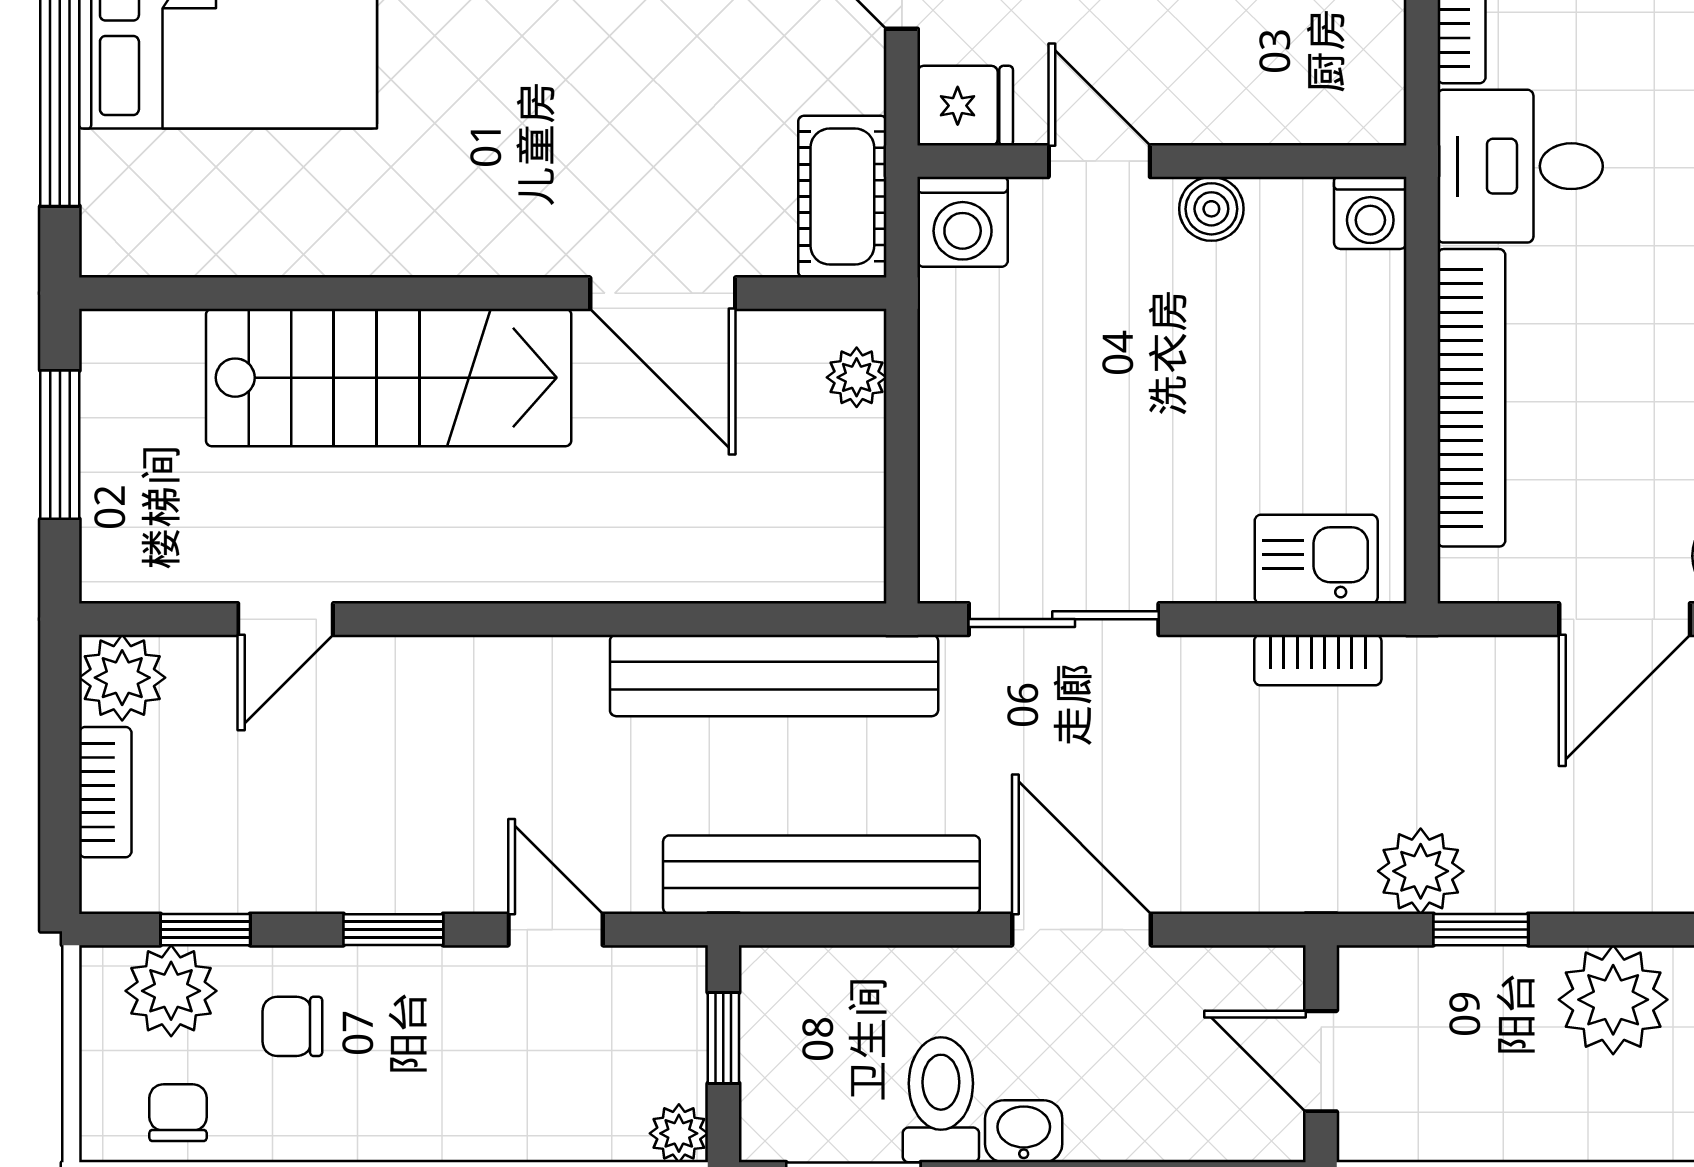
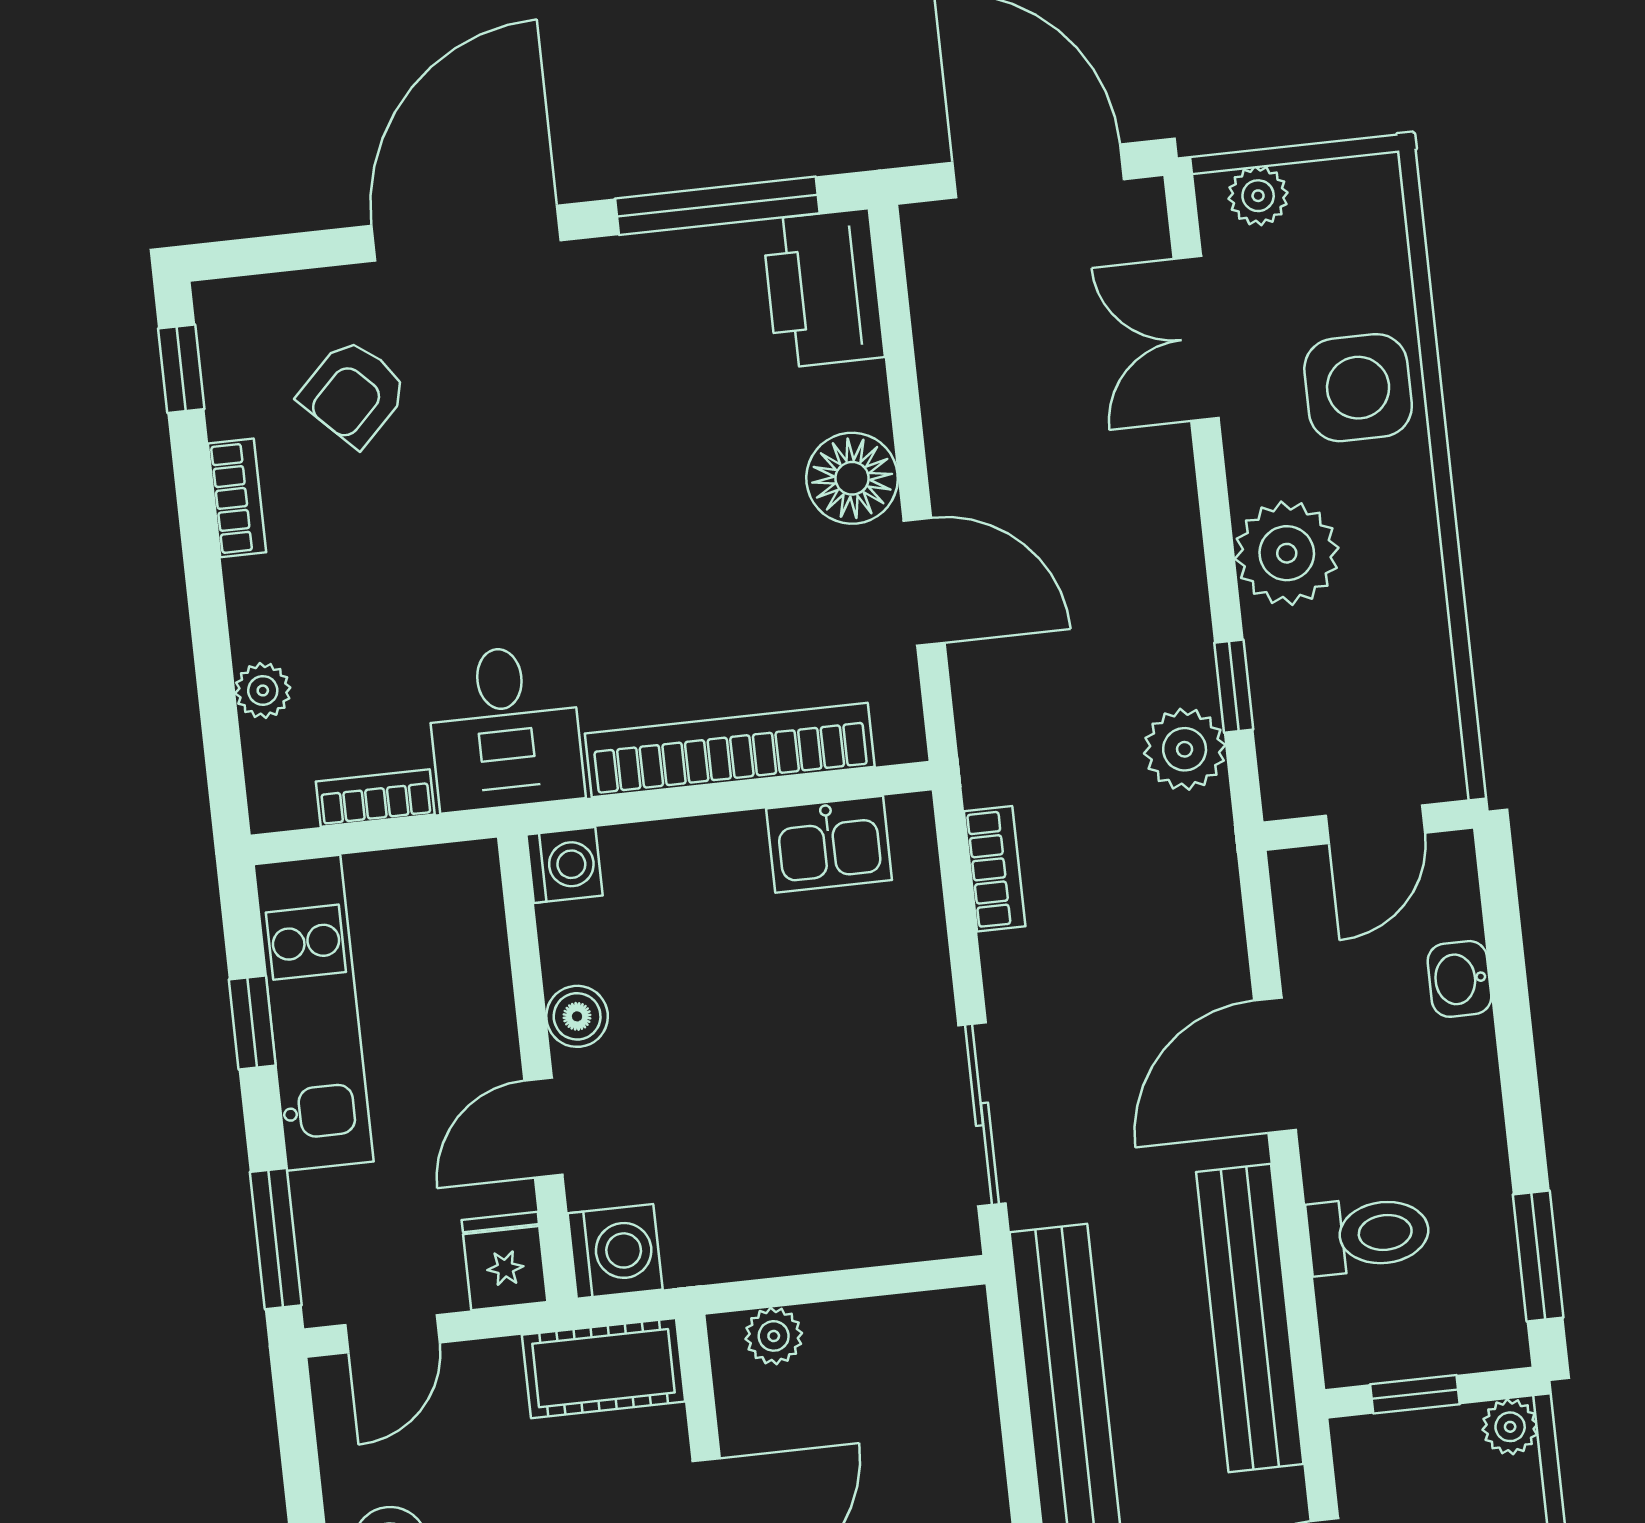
kitchen sink: (1316, 559) -> (829, 844), moved, turned -90
toilet: (941, 1100) -> (1369, 1234), moved, turned 180
washbasin: (1024, 1131) -> (1459, 979), moved

